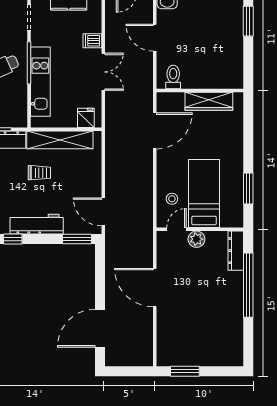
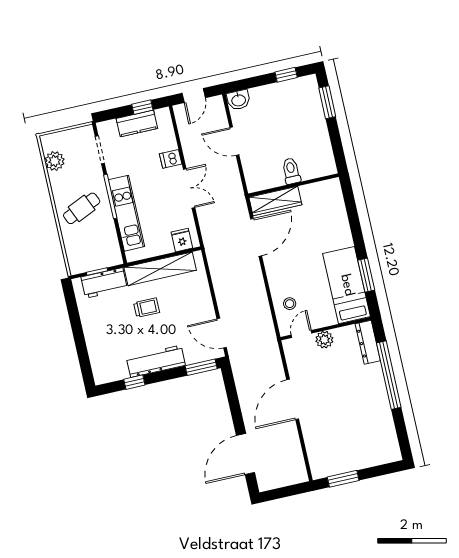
toilet: (173, 77) -> (291, 171), moved
wardrobe: (209, 101) -> (275, 201), moved
bed: (204, 194) -> (347, 285), moved
door: (155, 288) -> (293, 399), hinge flipped

